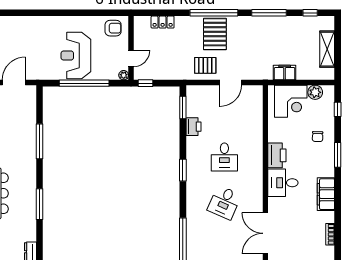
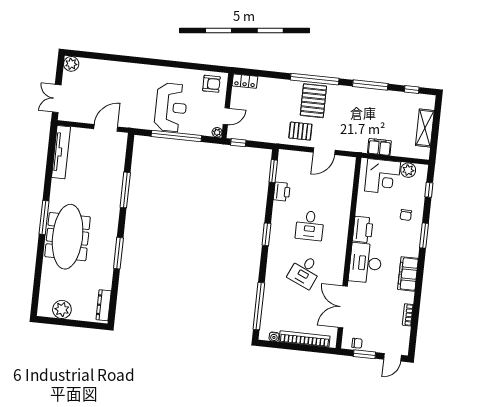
locker: (163, 22) -> (245, 81), moved
reception desk: (76, 56) -> (171, 107), turned 180
desk: (283, 183) -> (365, 263), width x1.37

